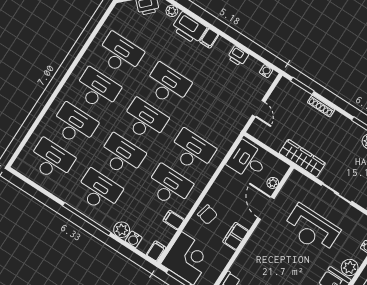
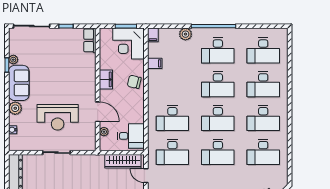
wardrobe: (302, 158) -> (123, 161), moved
desk: (169, 186) -> (172, 152), moved
reception desk: (312, 229) -> (58, 117), turned 180
water cooler: (134, 239) -> (173, 33), removed

